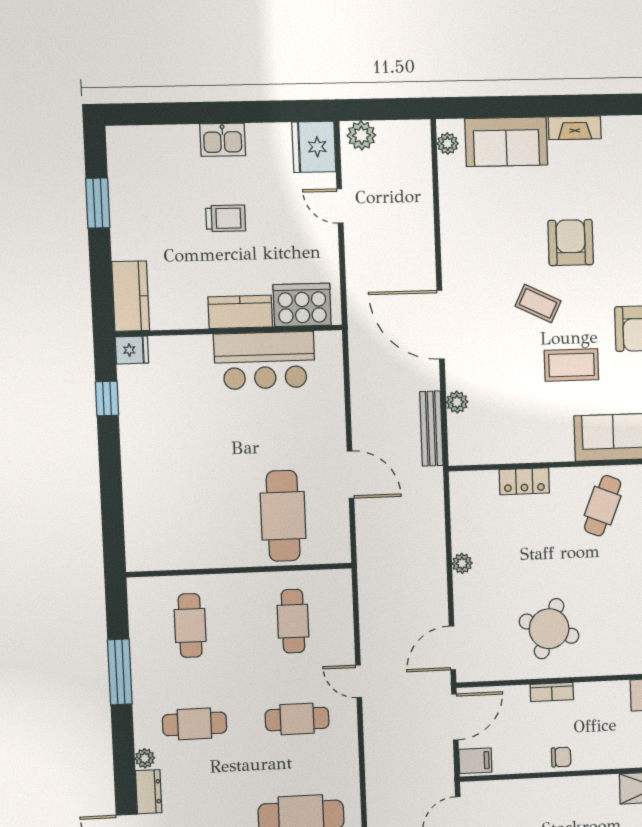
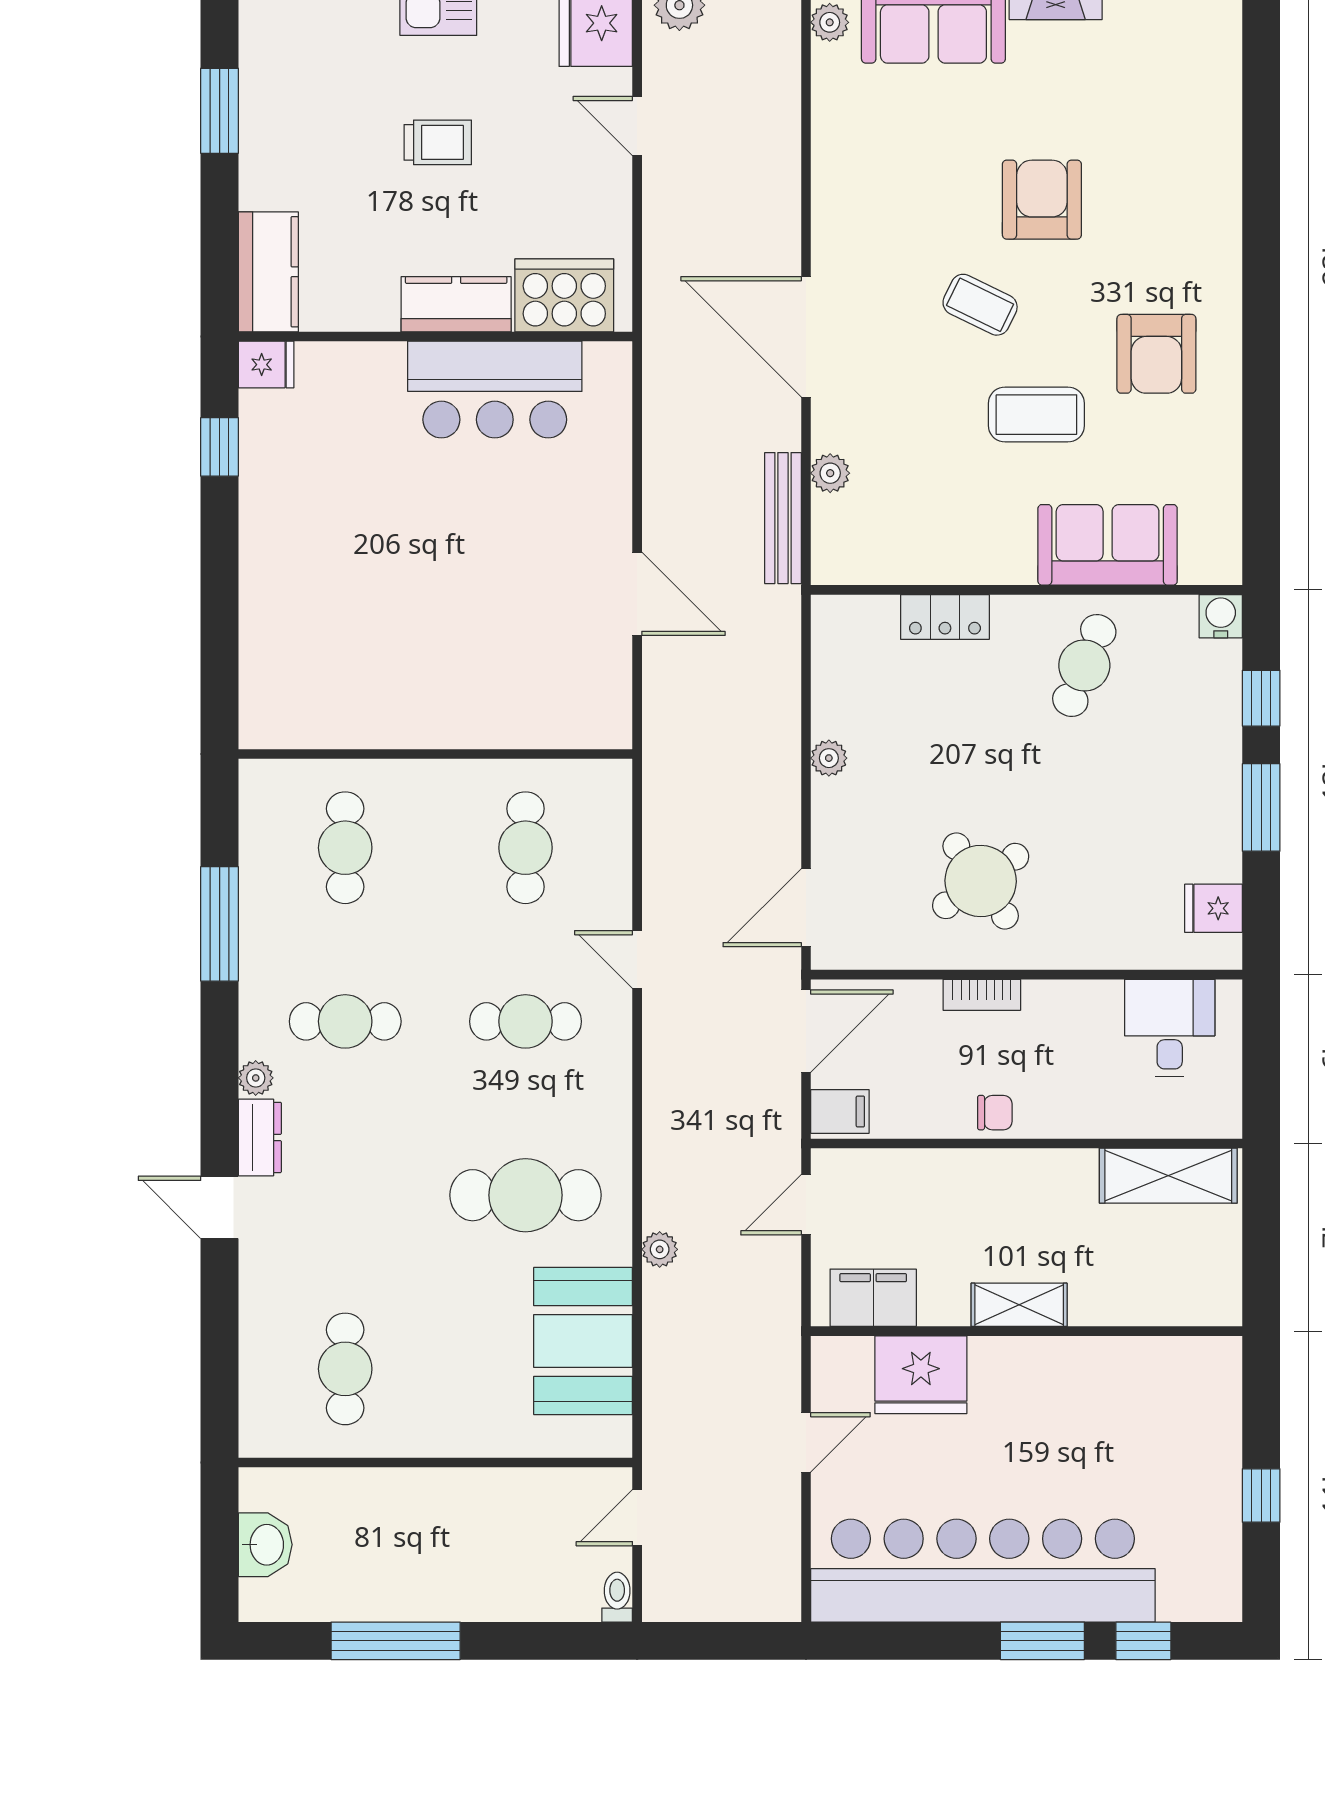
cafe table: (283, 516) -> (516, 662), removed
round table: (549, 629) -> (981, 881), turned 35

